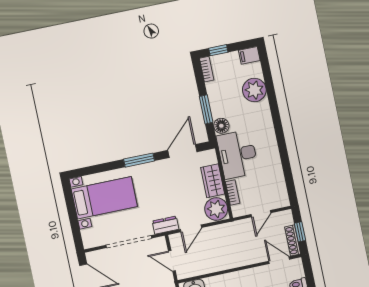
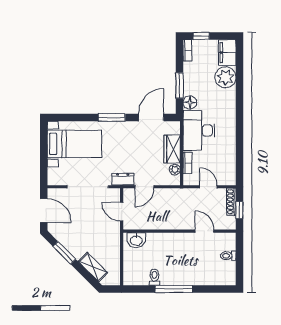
filing cabinet: (249, 55) -> (227, 53), width x2.00
plant: (216, 209) -> (175, 170), width x0.53, depth x0.53
door: (261, 214) -> (208, 187), swing flipped
shoe rack: (293, 240) -> (231, 202), moved
door: (279, 260) -> (204, 231), moved

